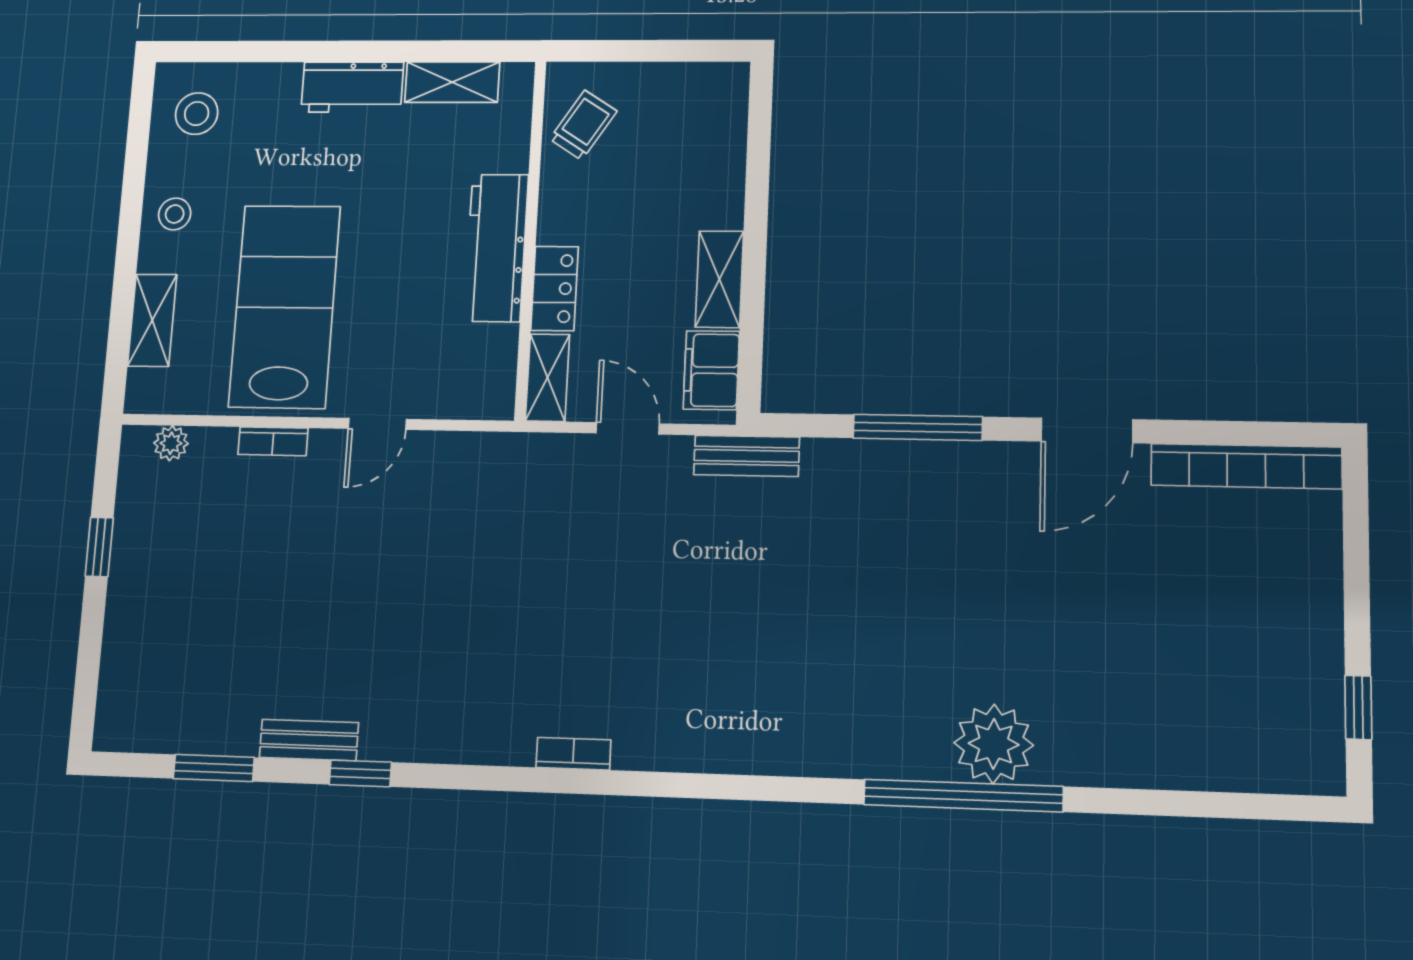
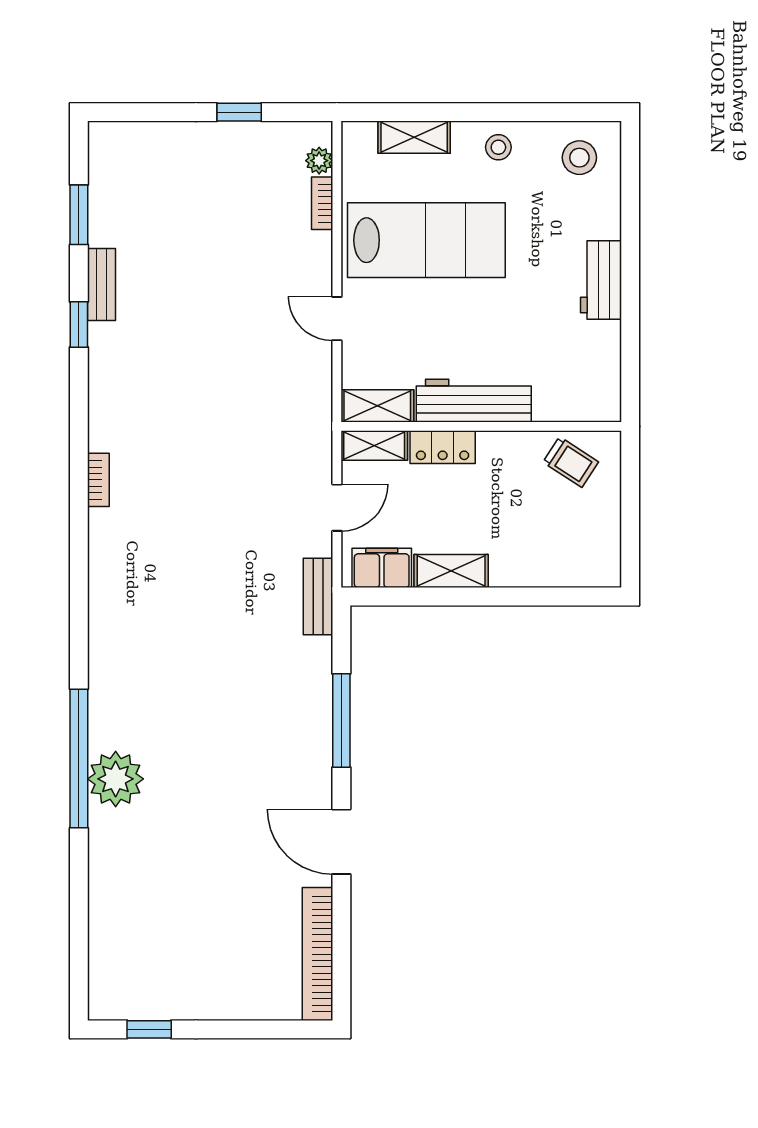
shelving: (452, 82) -> (377, 406), moved, turned 90
bookcase: (273, 441) -> (322, 203), moved

